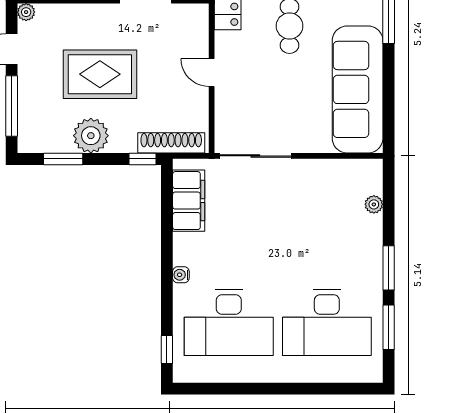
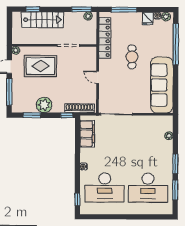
rug: (100, 74) -> (40, 66), moved

